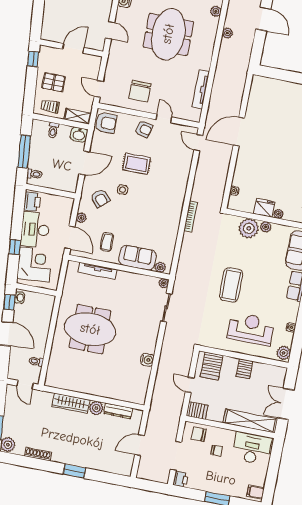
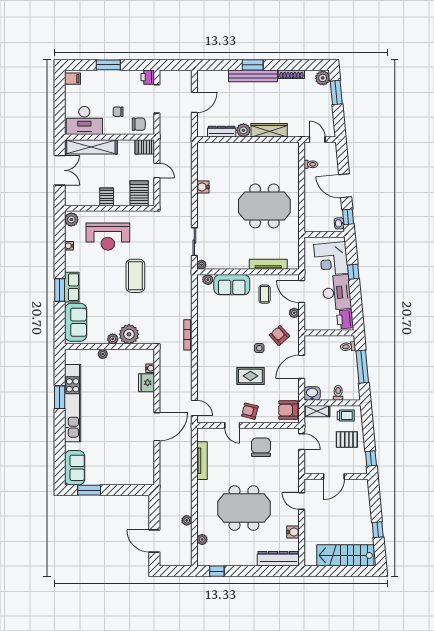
meeting table: (168, 34) -> (244, 508), turned 90
fridge: (264, 208) -> (146, 383), moved, turned 90
bench: (76, 460) -> (253, 76), added

